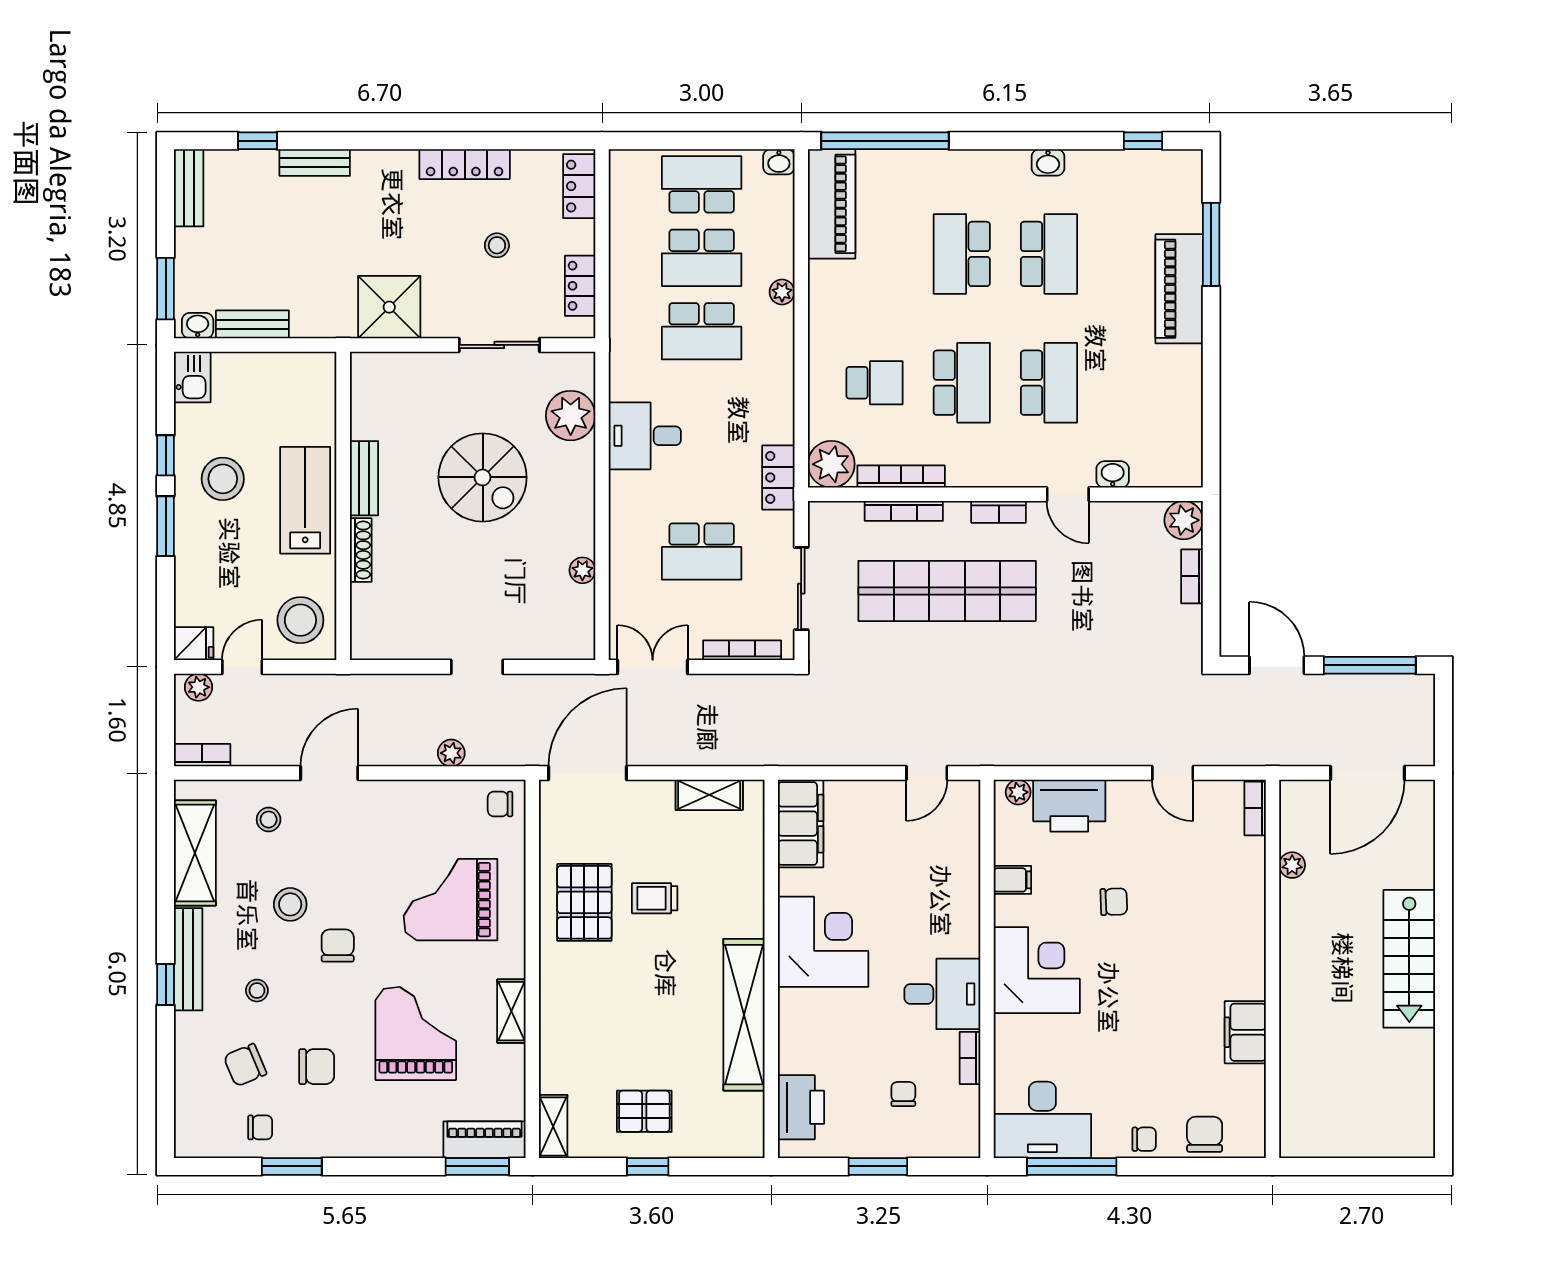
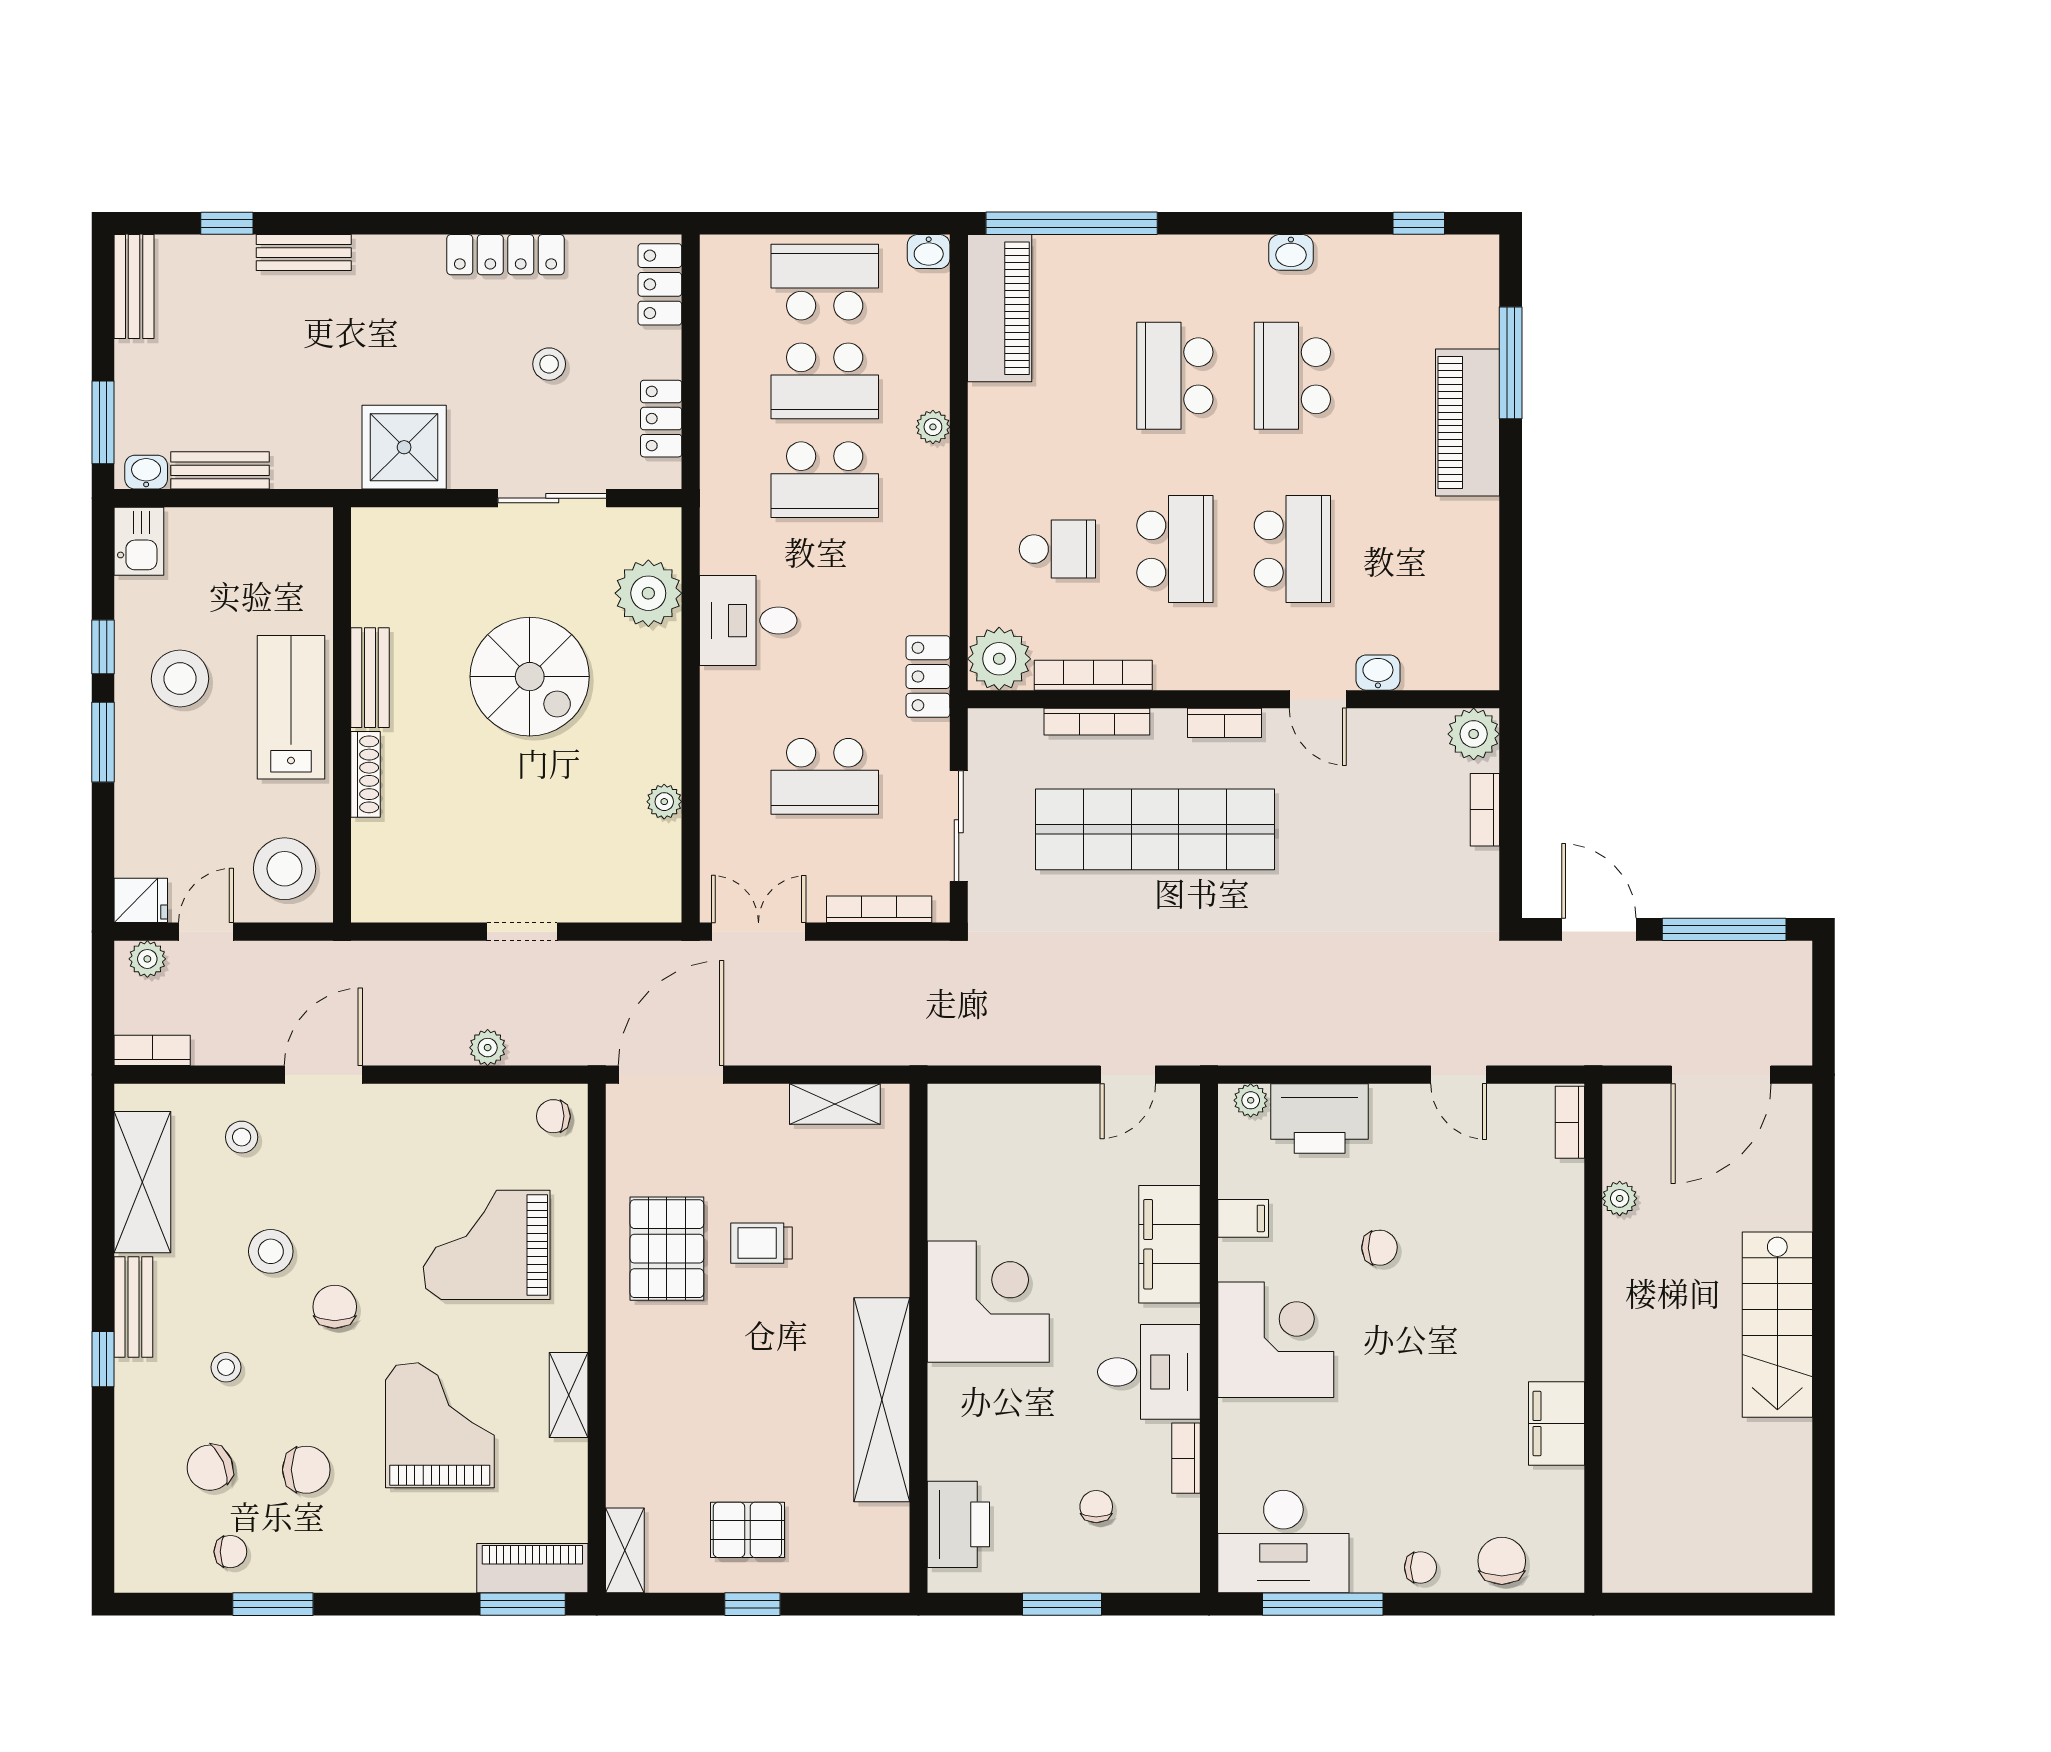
school desk: (1049, 254) -> (1292, 376), turned 180
filing cabinet: (801, 824) -> (1169, 1244), moved, turned 180
bench: (188, 959) -> (133, 1307), width x0.73

